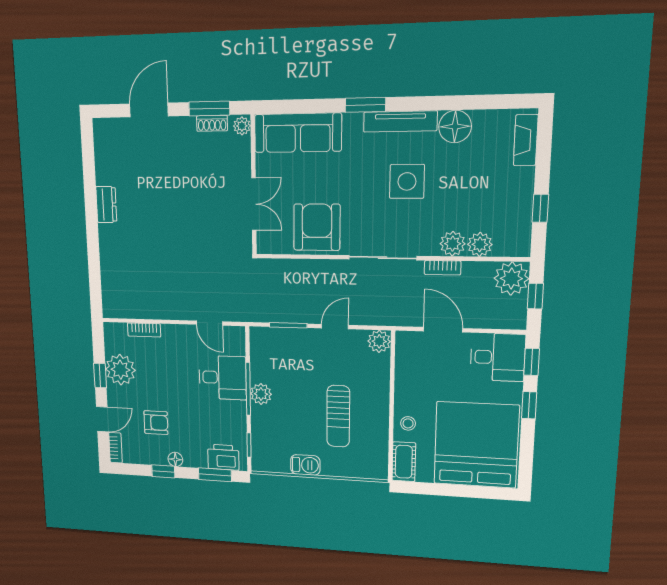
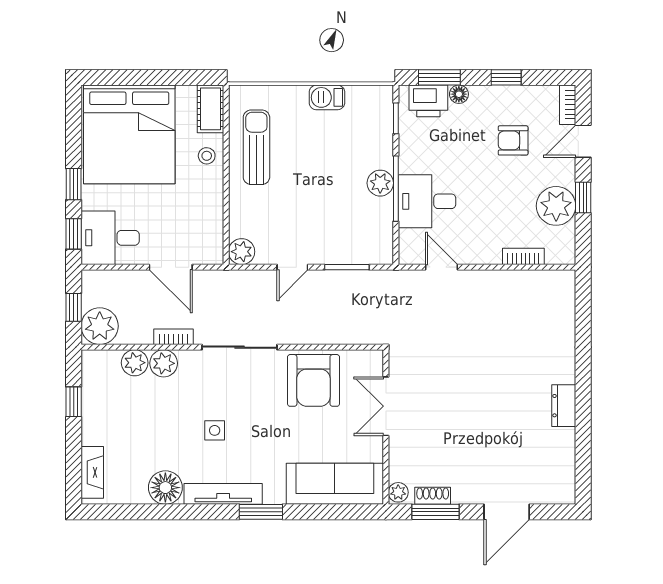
side table: (407, 181) -> (215, 430), width x0.54, depth x0.54
sun lounger: (338, 416) -> (256, 147), moved
floor lamp: (175, 459) -> (459, 94), moved

